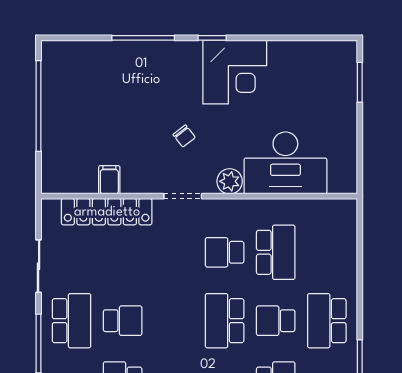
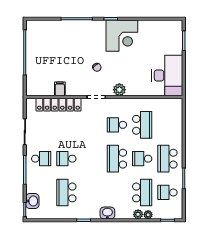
desk: (285, 163) -> (167, 75), moved, turned -90
school desk: (71, 321) -> (41, 159), width x0.54
school desk: (123, 321) -> (66, 159), turned 180

